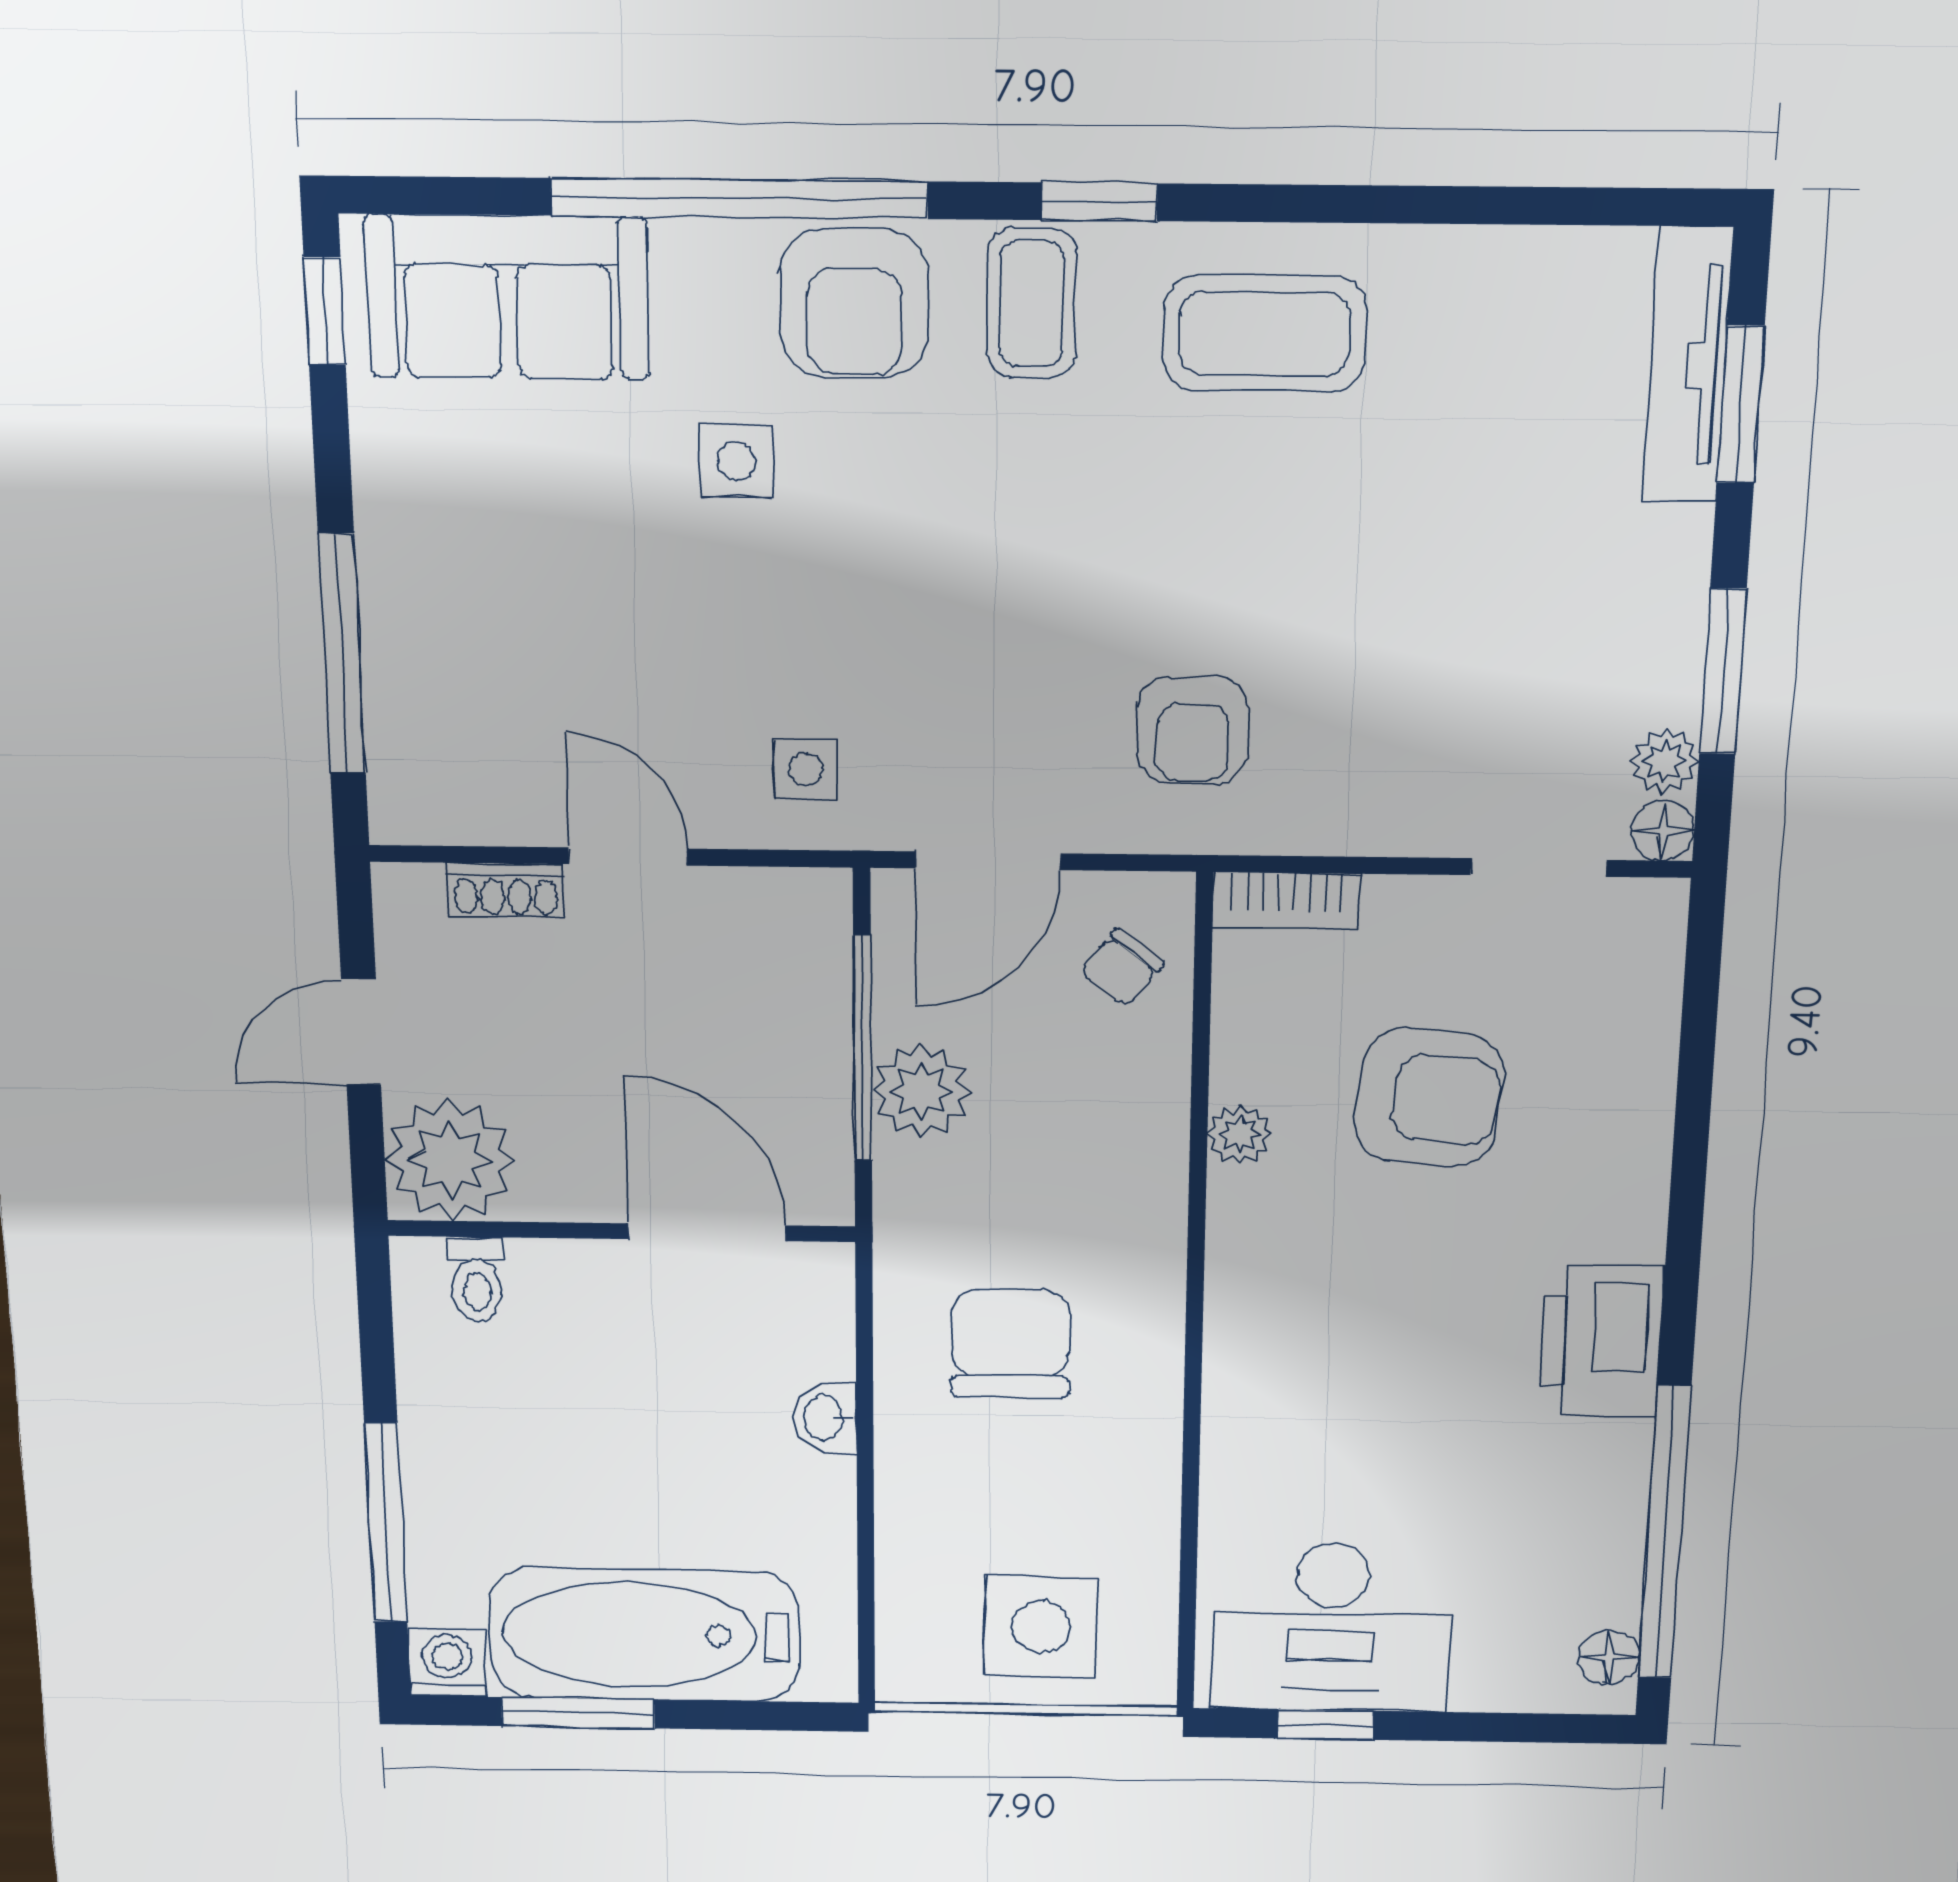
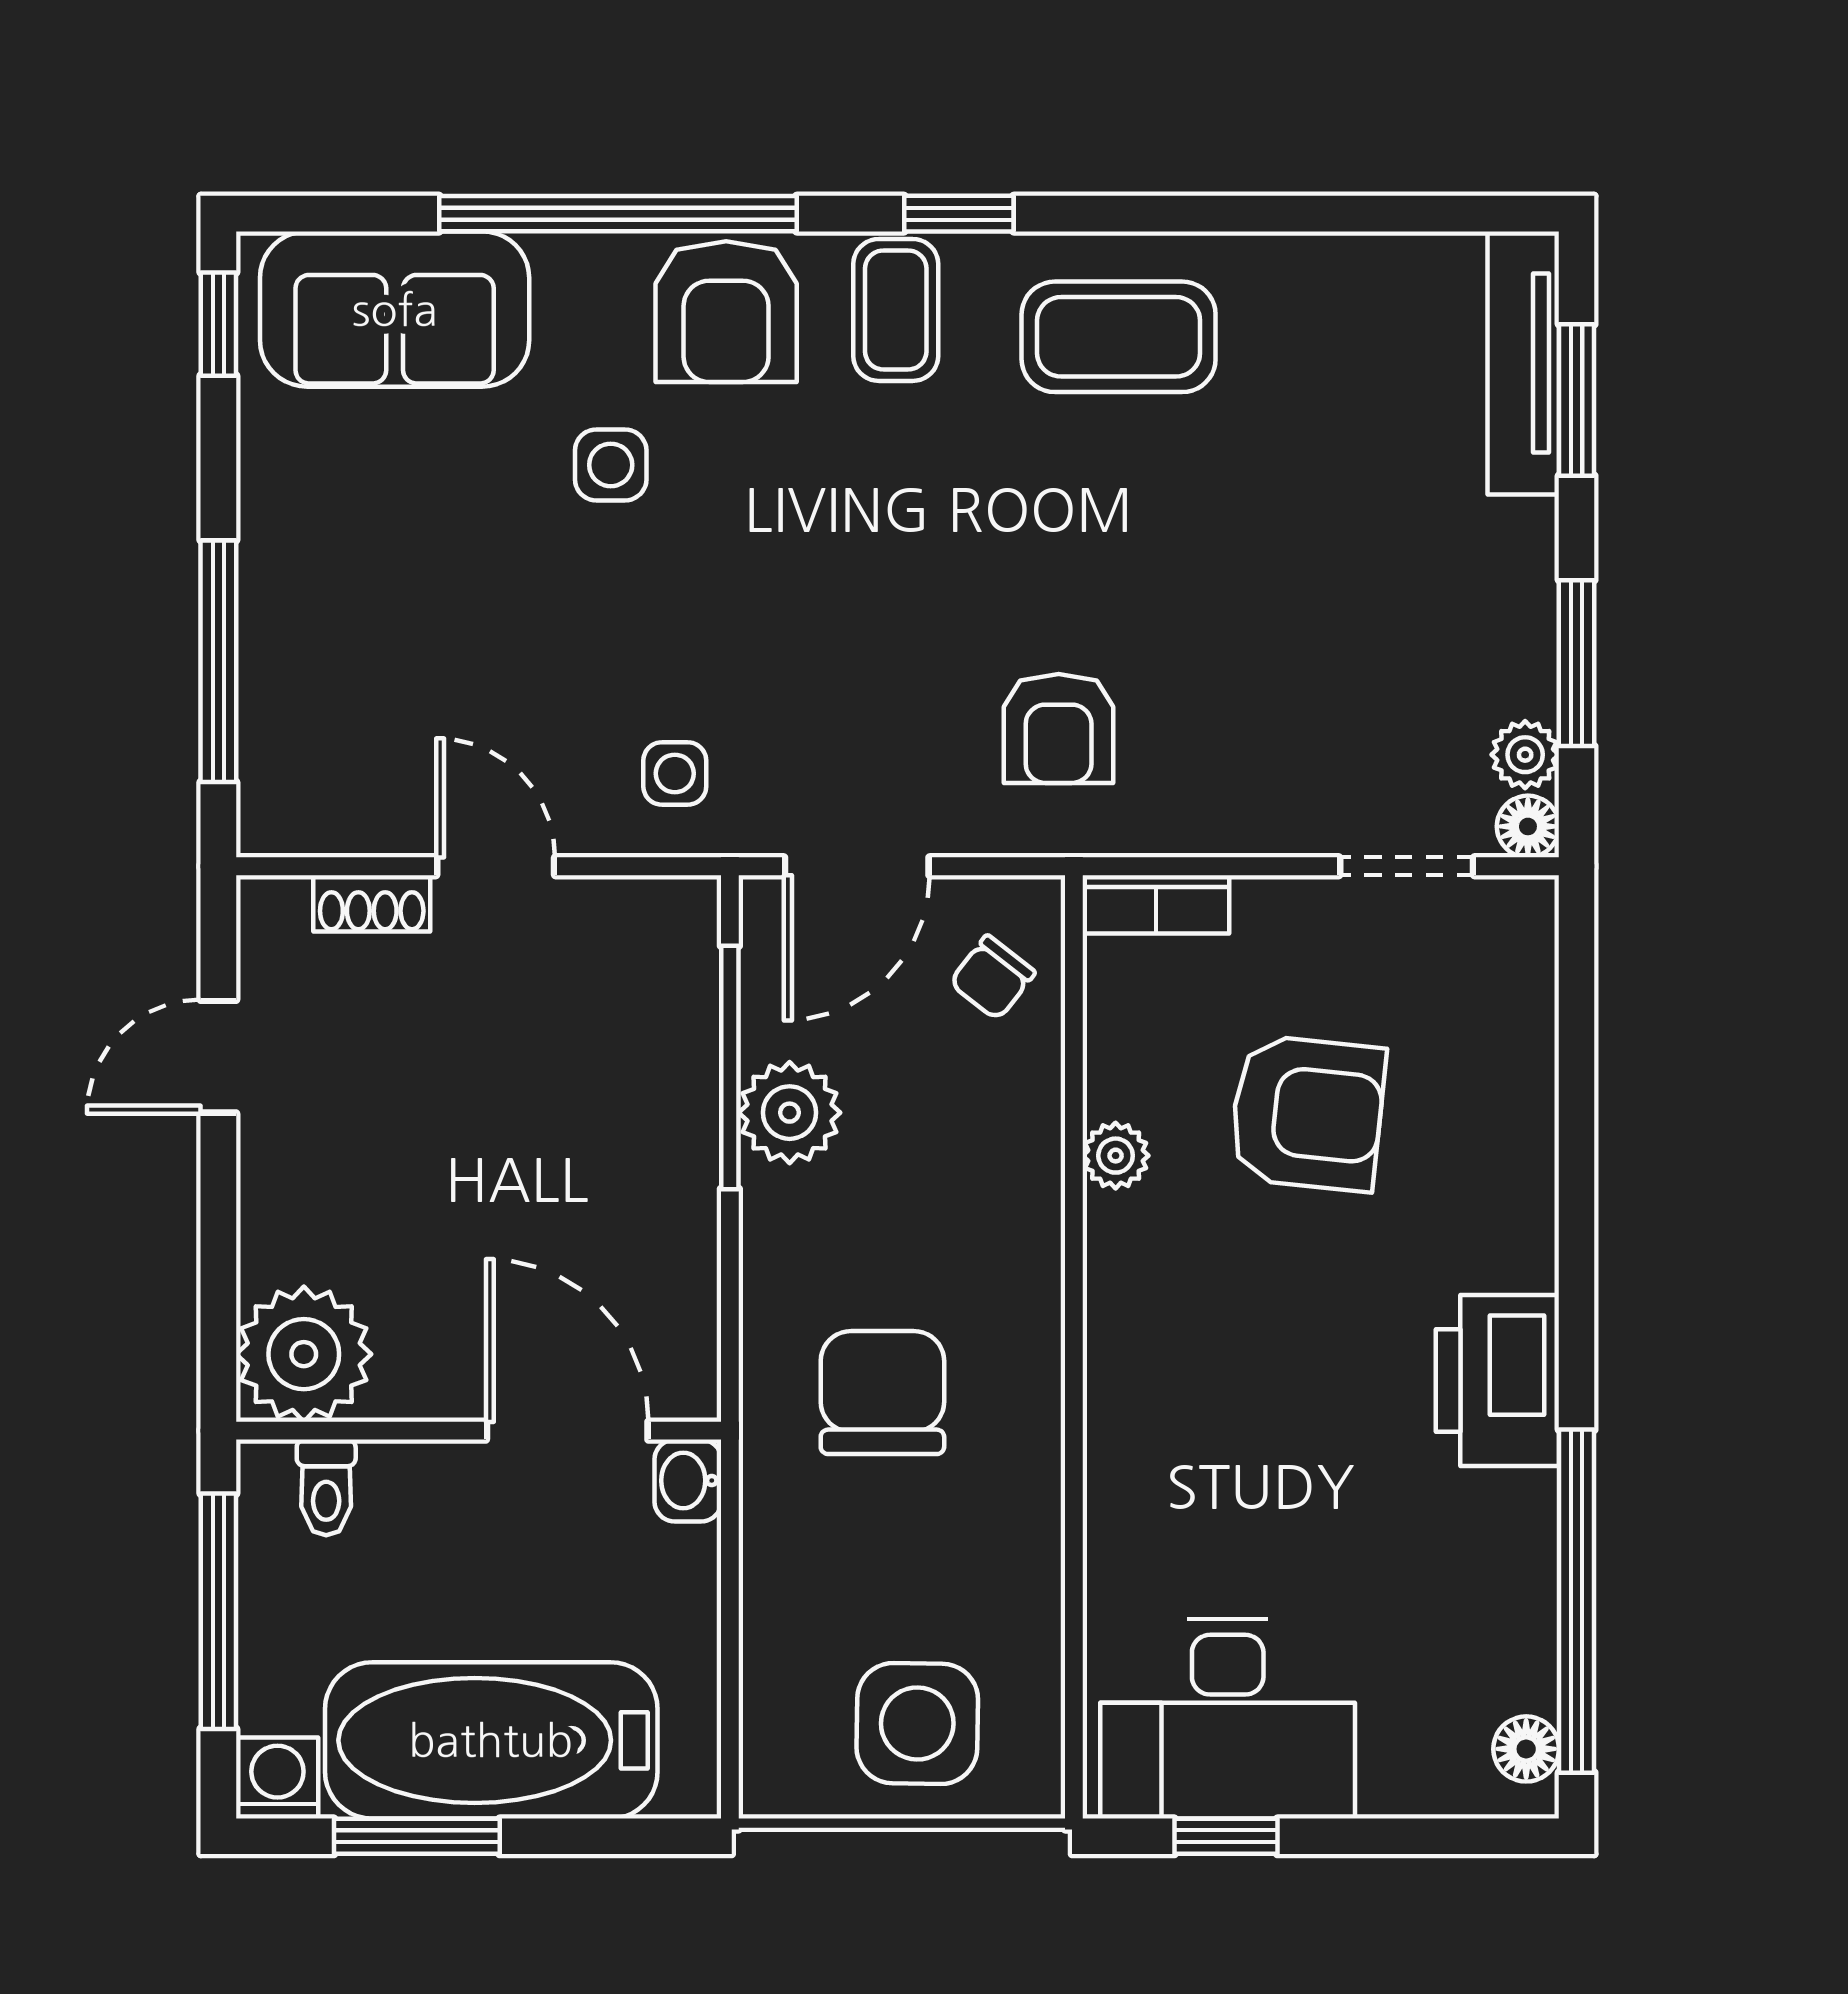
plant: (450, 1160) -> (304, 1354), moved
wall: (621, 1231) -> (479, 1431), moved
door: (707, 1232) -> (567, 1431), moved
toilet: (477, 1280) -> (326, 1487), moved

